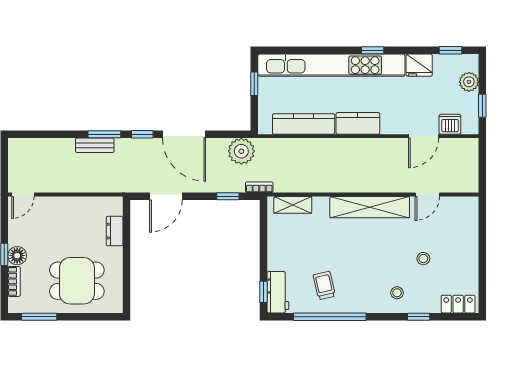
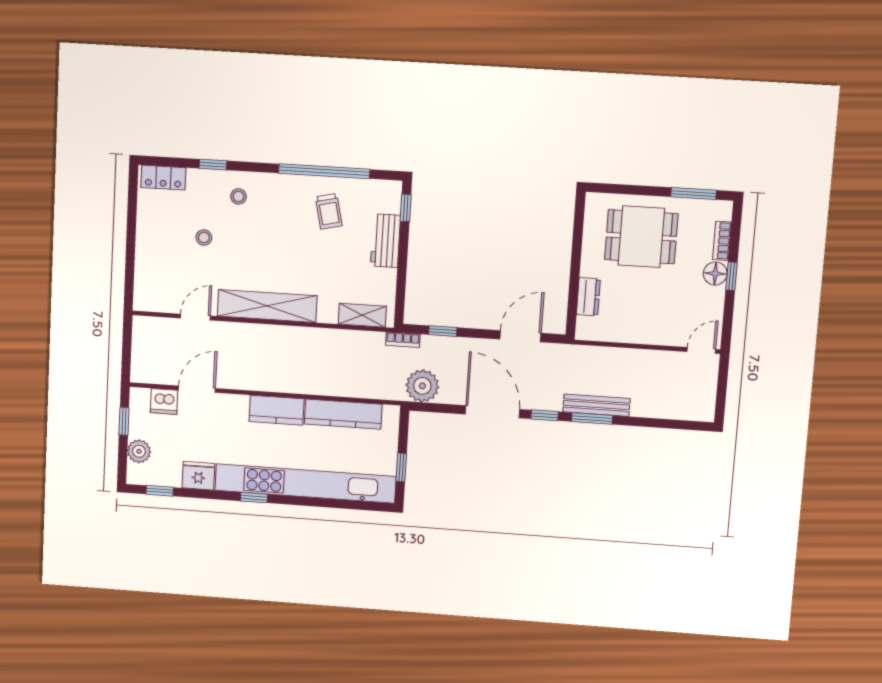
bench: (95, 145) -> (596, 405), width x1.36
workbench: (278, 292) -> (385, 241), moved

